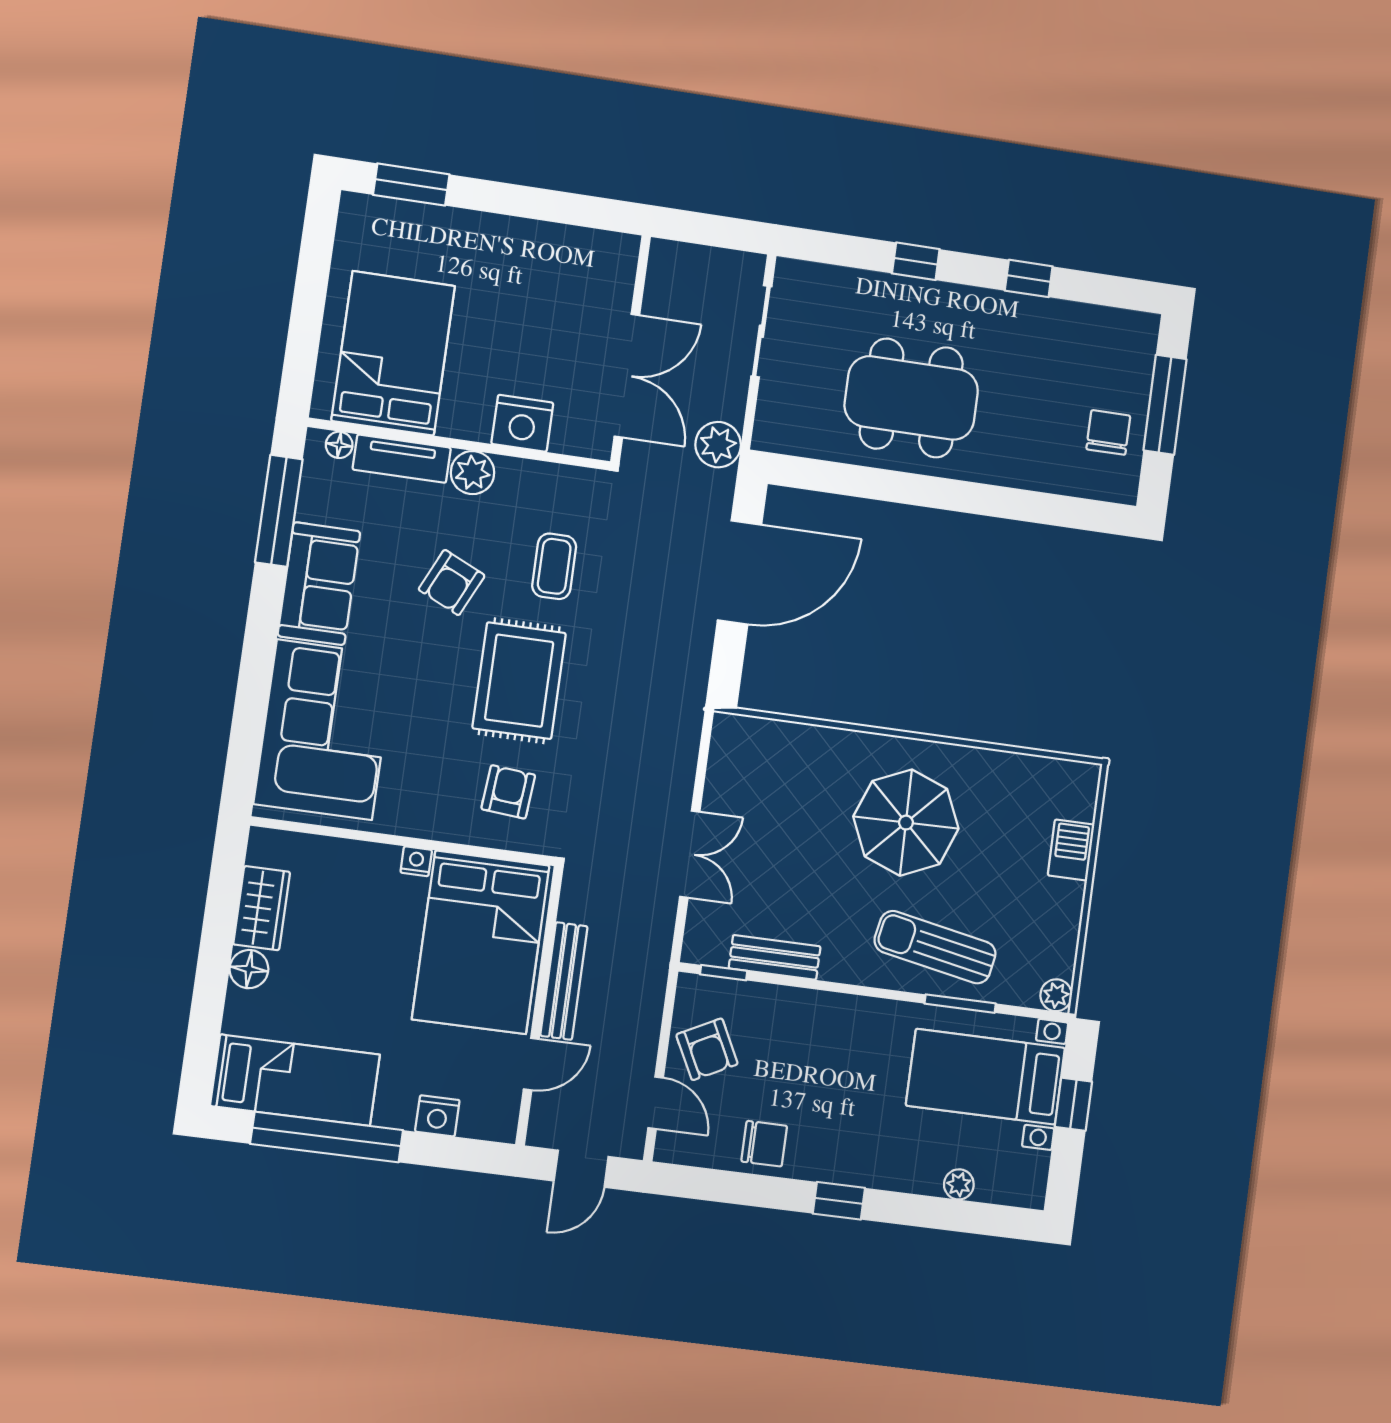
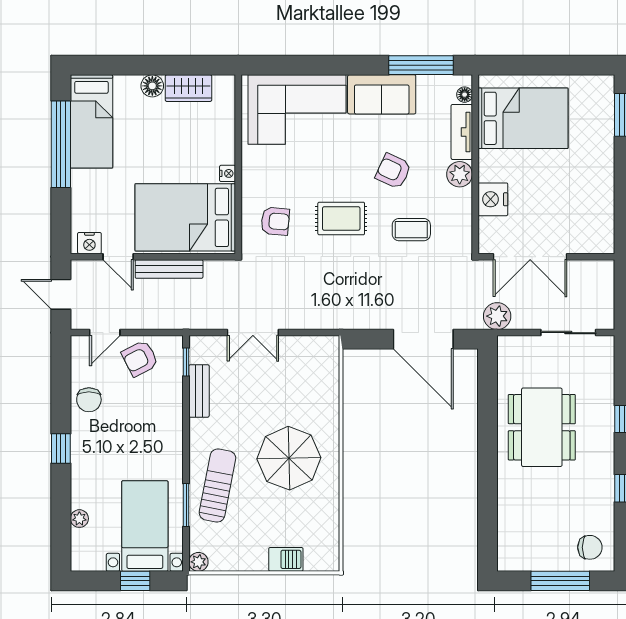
chair: (1108, 432) -> (590, 547), moved
rug: (519, 681) -> (341, 218), width x0.73, depth x0.70
nightstand: (437, 1116) -> (89, 243), moved, turned -90

